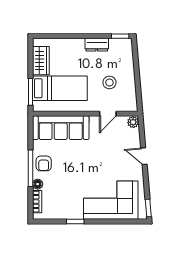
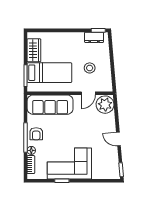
dresser: (97, 45) -> (94, 37), moved
plant: (133, 122) -> (105, 105), width x1.87, depth x1.87
door: (144, 156) -> (118, 139), moved
corner sofa: (111, 200) -> (69, 163), moved

